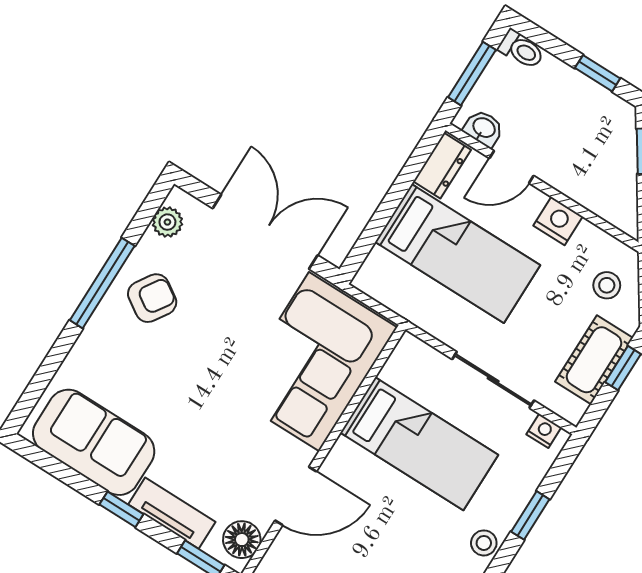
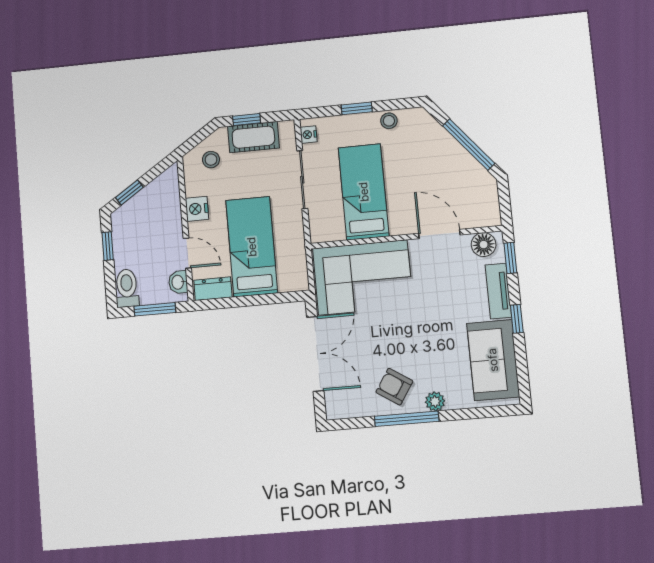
toilet: (521, 50) -> (127, 288), width x1.37, depth x1.39
plant: (167, 222) -> (435, 401), moved
double door: (265, 232) -> (315, 354), swing flipped

